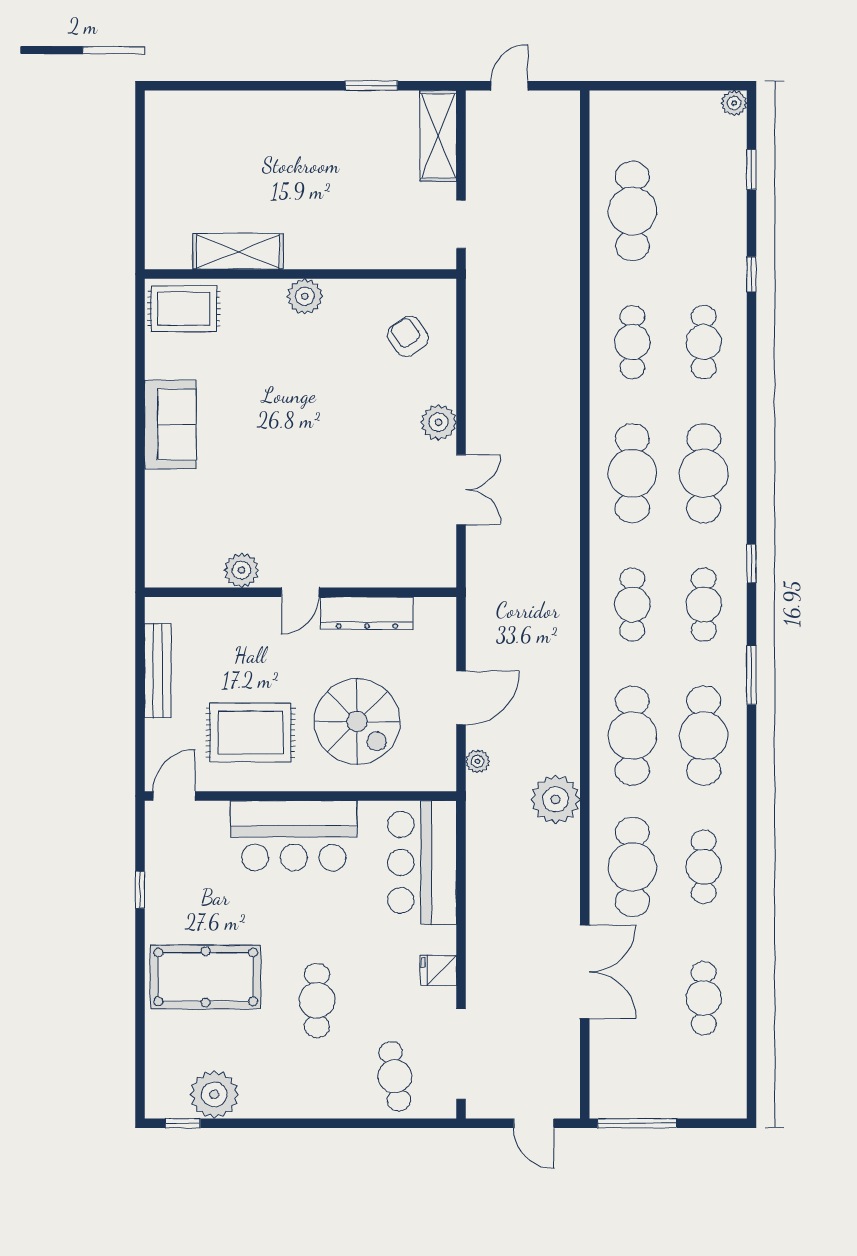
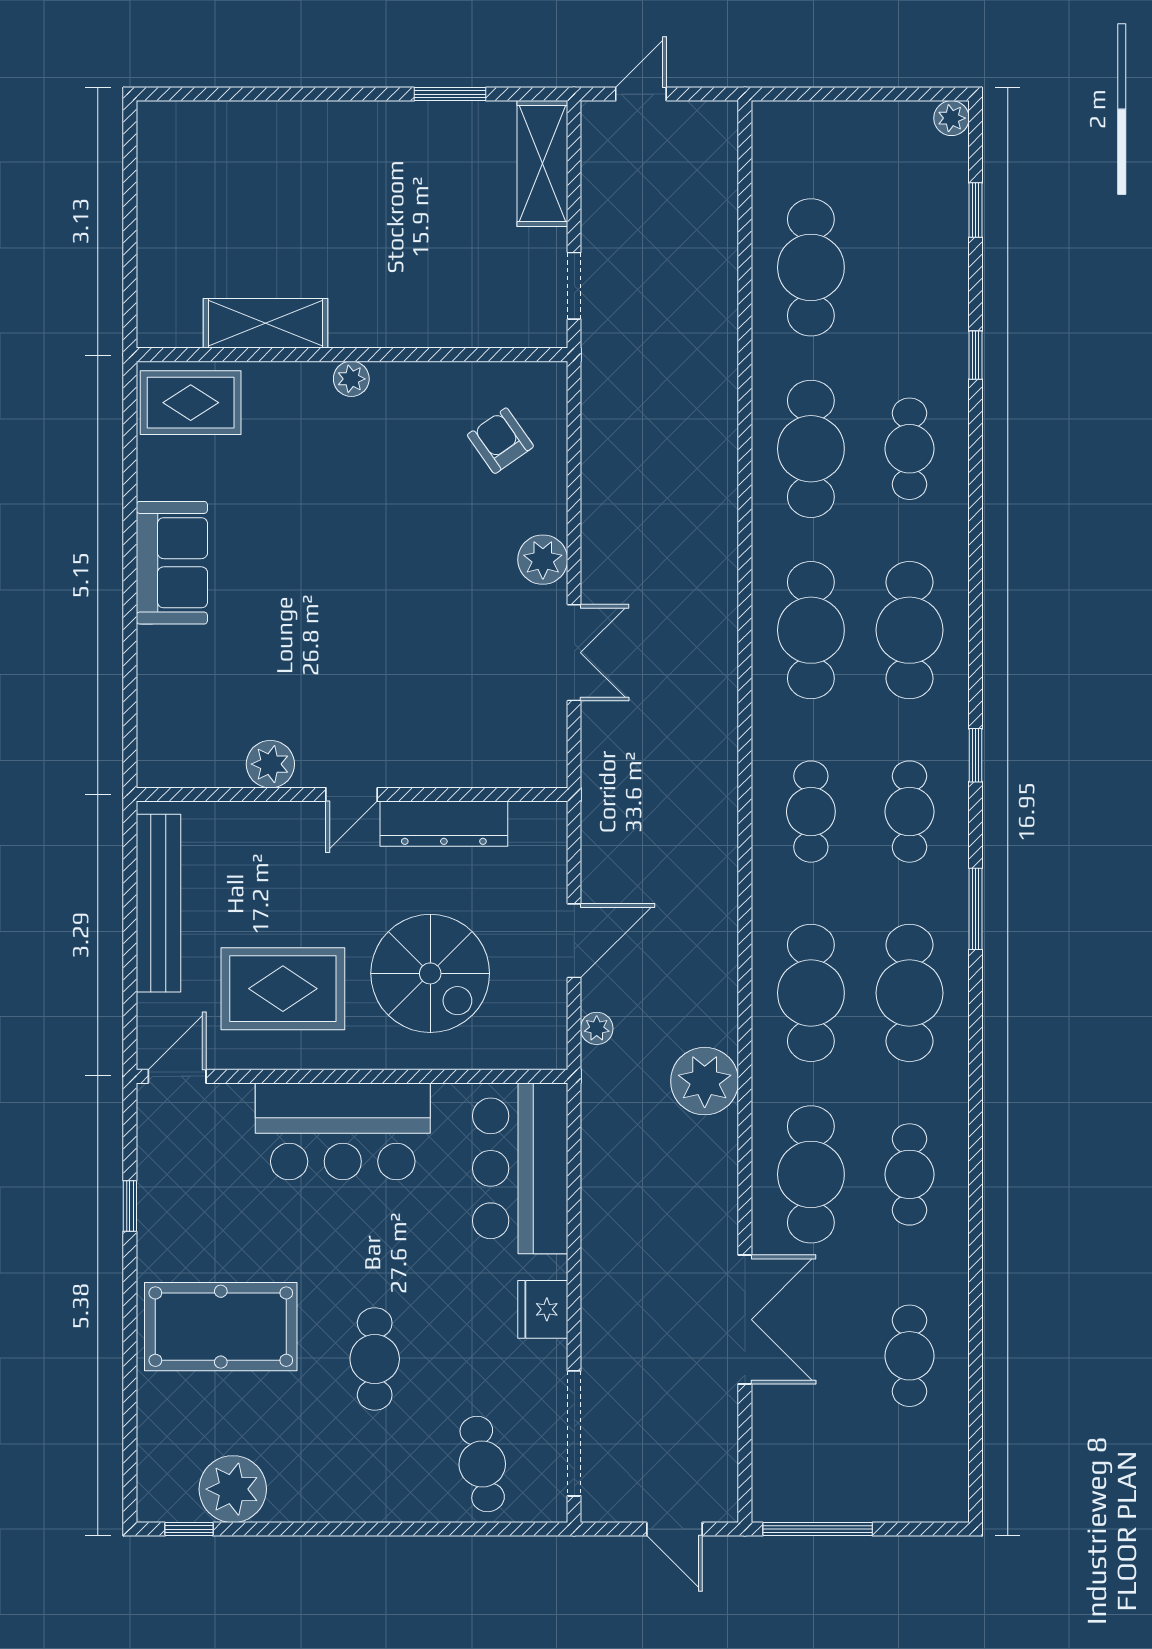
plant: (305, 296) -> (351, 379), width x0.73, depth x0.73
cafe table: (632, 342) -> (811, 449), width x1.37, depth x1.35
bench: (158, 671) -> (158, 903), width x1.37, depth x1.21
fridge: (438, 970) -> (543, 1309), width x1.38

